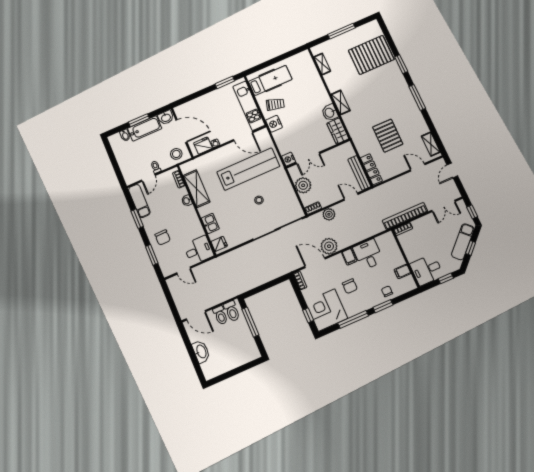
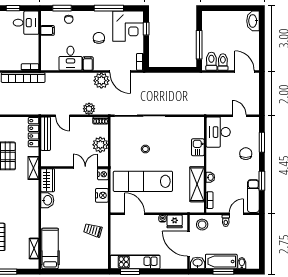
hospital bed: (270, 80) -> (50, 249), moved, turned 90
shelving: (341, 102) -> (33, 168), moved
kitchen unit: (249, 106) -> (135, 262), moved, turned -90
nightstand: (274, 124) -> (102, 195), moved
fridge: (219, 244) -> (198, 125), removed
desk: (199, 250) -> (218, 132), width x1.37
window: (383, 306) -> (62, 8), moved
washbasin: (201, 352) -> (253, 21), moved

